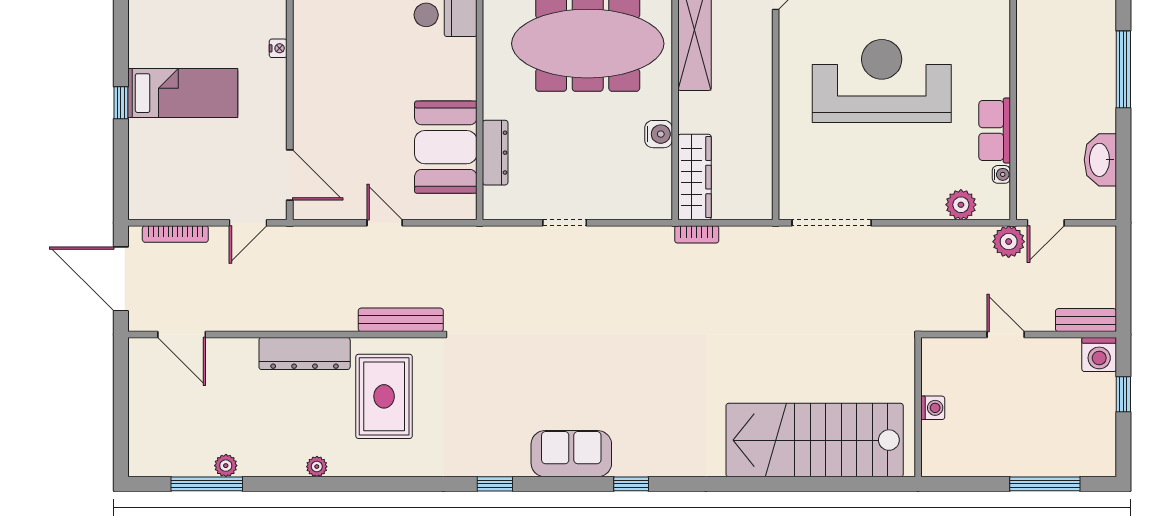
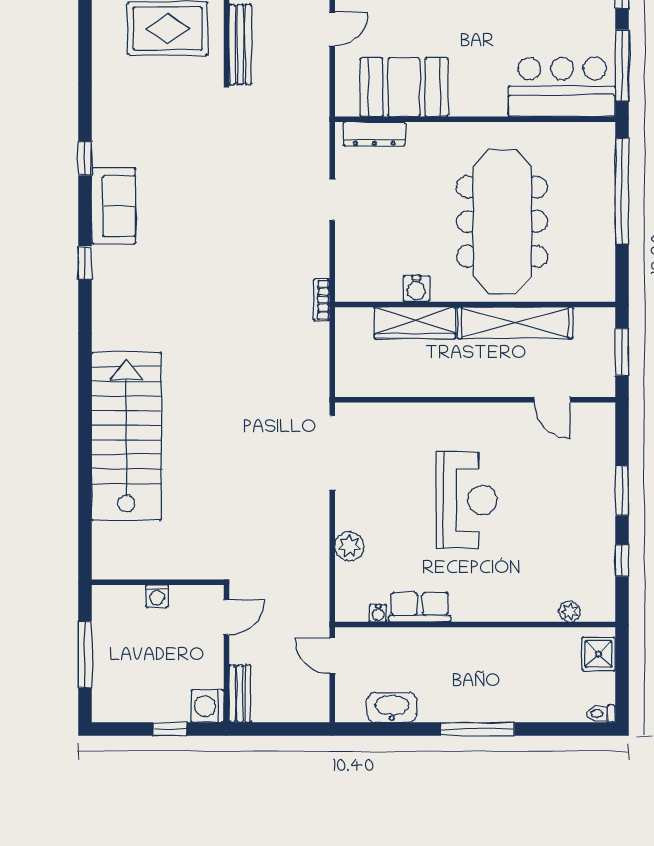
reception desk: (882, 81) -> (467, 500), width x0.74, depth x0.77
dresser: (495, 153) -> (374, 134), moved
wardrobe: (695, 177) -> (415, 323), moved
plant: (961, 205) -> (349, 546), moved
bookcase: (697, 234) -> (321, 300), moved
plant: (1009, 242) -> (315, 620), removed
wall: (918, 407) -> (158, 582), moved
washing machine: (933, 408) -> (157, 596), moved
window: (495, 484) -> (85, 158), moved

